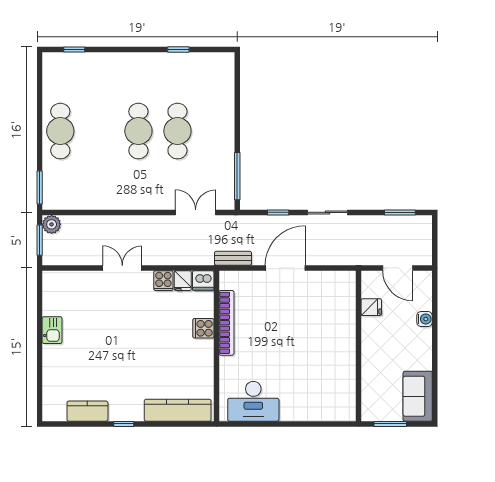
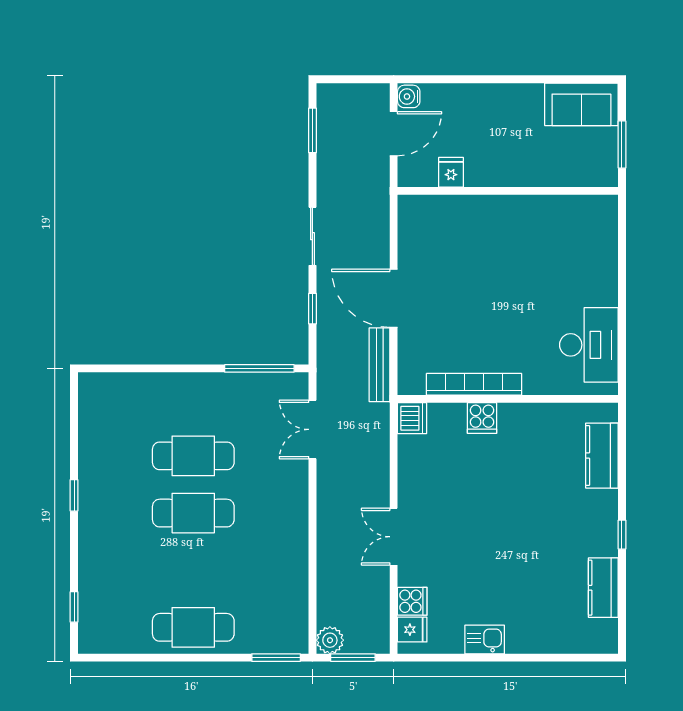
window: (178, 50) -> (74, 495), moved
bench: (233, 258) -> (380, 365), width x1.36
cooker: (163, 281) -> (412, 601), moved
fridge: (183, 281) -> (412, 630), moved
water cooler: (425, 319) -> (409, 96), moved, turned -90
kitchen counter: (178, 410) -> (602, 456), width x0.67

